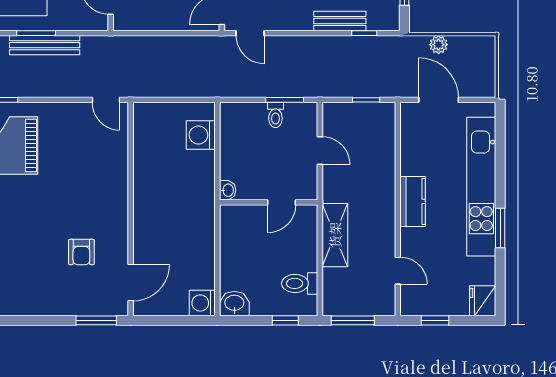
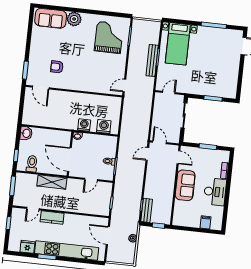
bench: (340, 21) -> (147, 210), moved
door: (439, 100) -> (108, 236), swing flipped
kitchen counter: (413, 201) -> (52, 218), moved
door: (282, 202) -> (69, 160), width x1.87
fridge: (483, 301) -> (27, 247), moved
washing machine: (202, 303) -> (84, 125), moved

